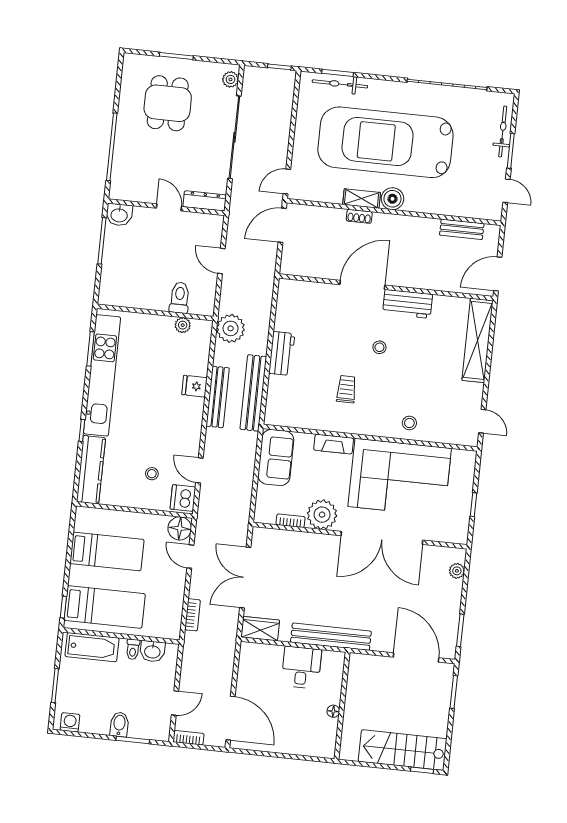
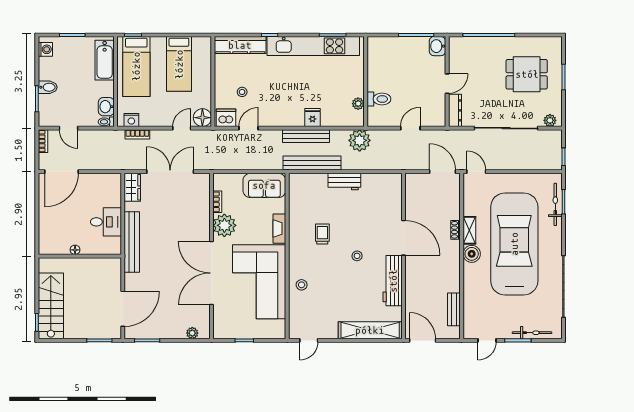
workbench: (408, 304) -> (393, 281), width x1.37
trolley: (346, 389) -> (322, 234), turned -90
nightstand: (173, 621) -> (131, 120), added
toilet: (133, 649) -> (106, 122), moved

